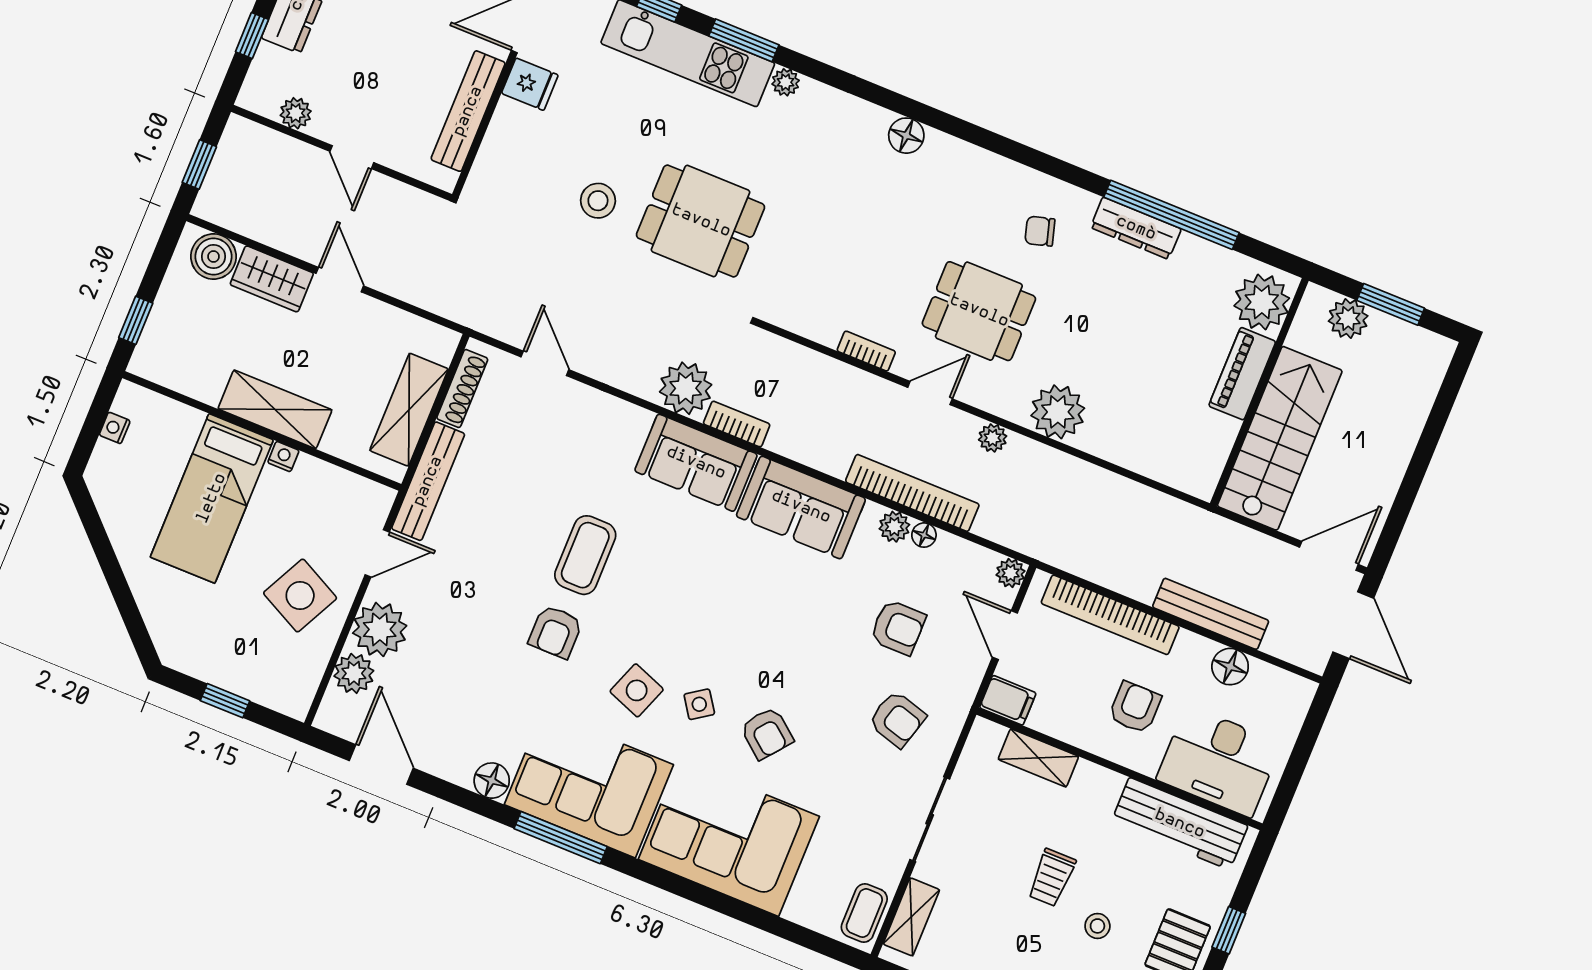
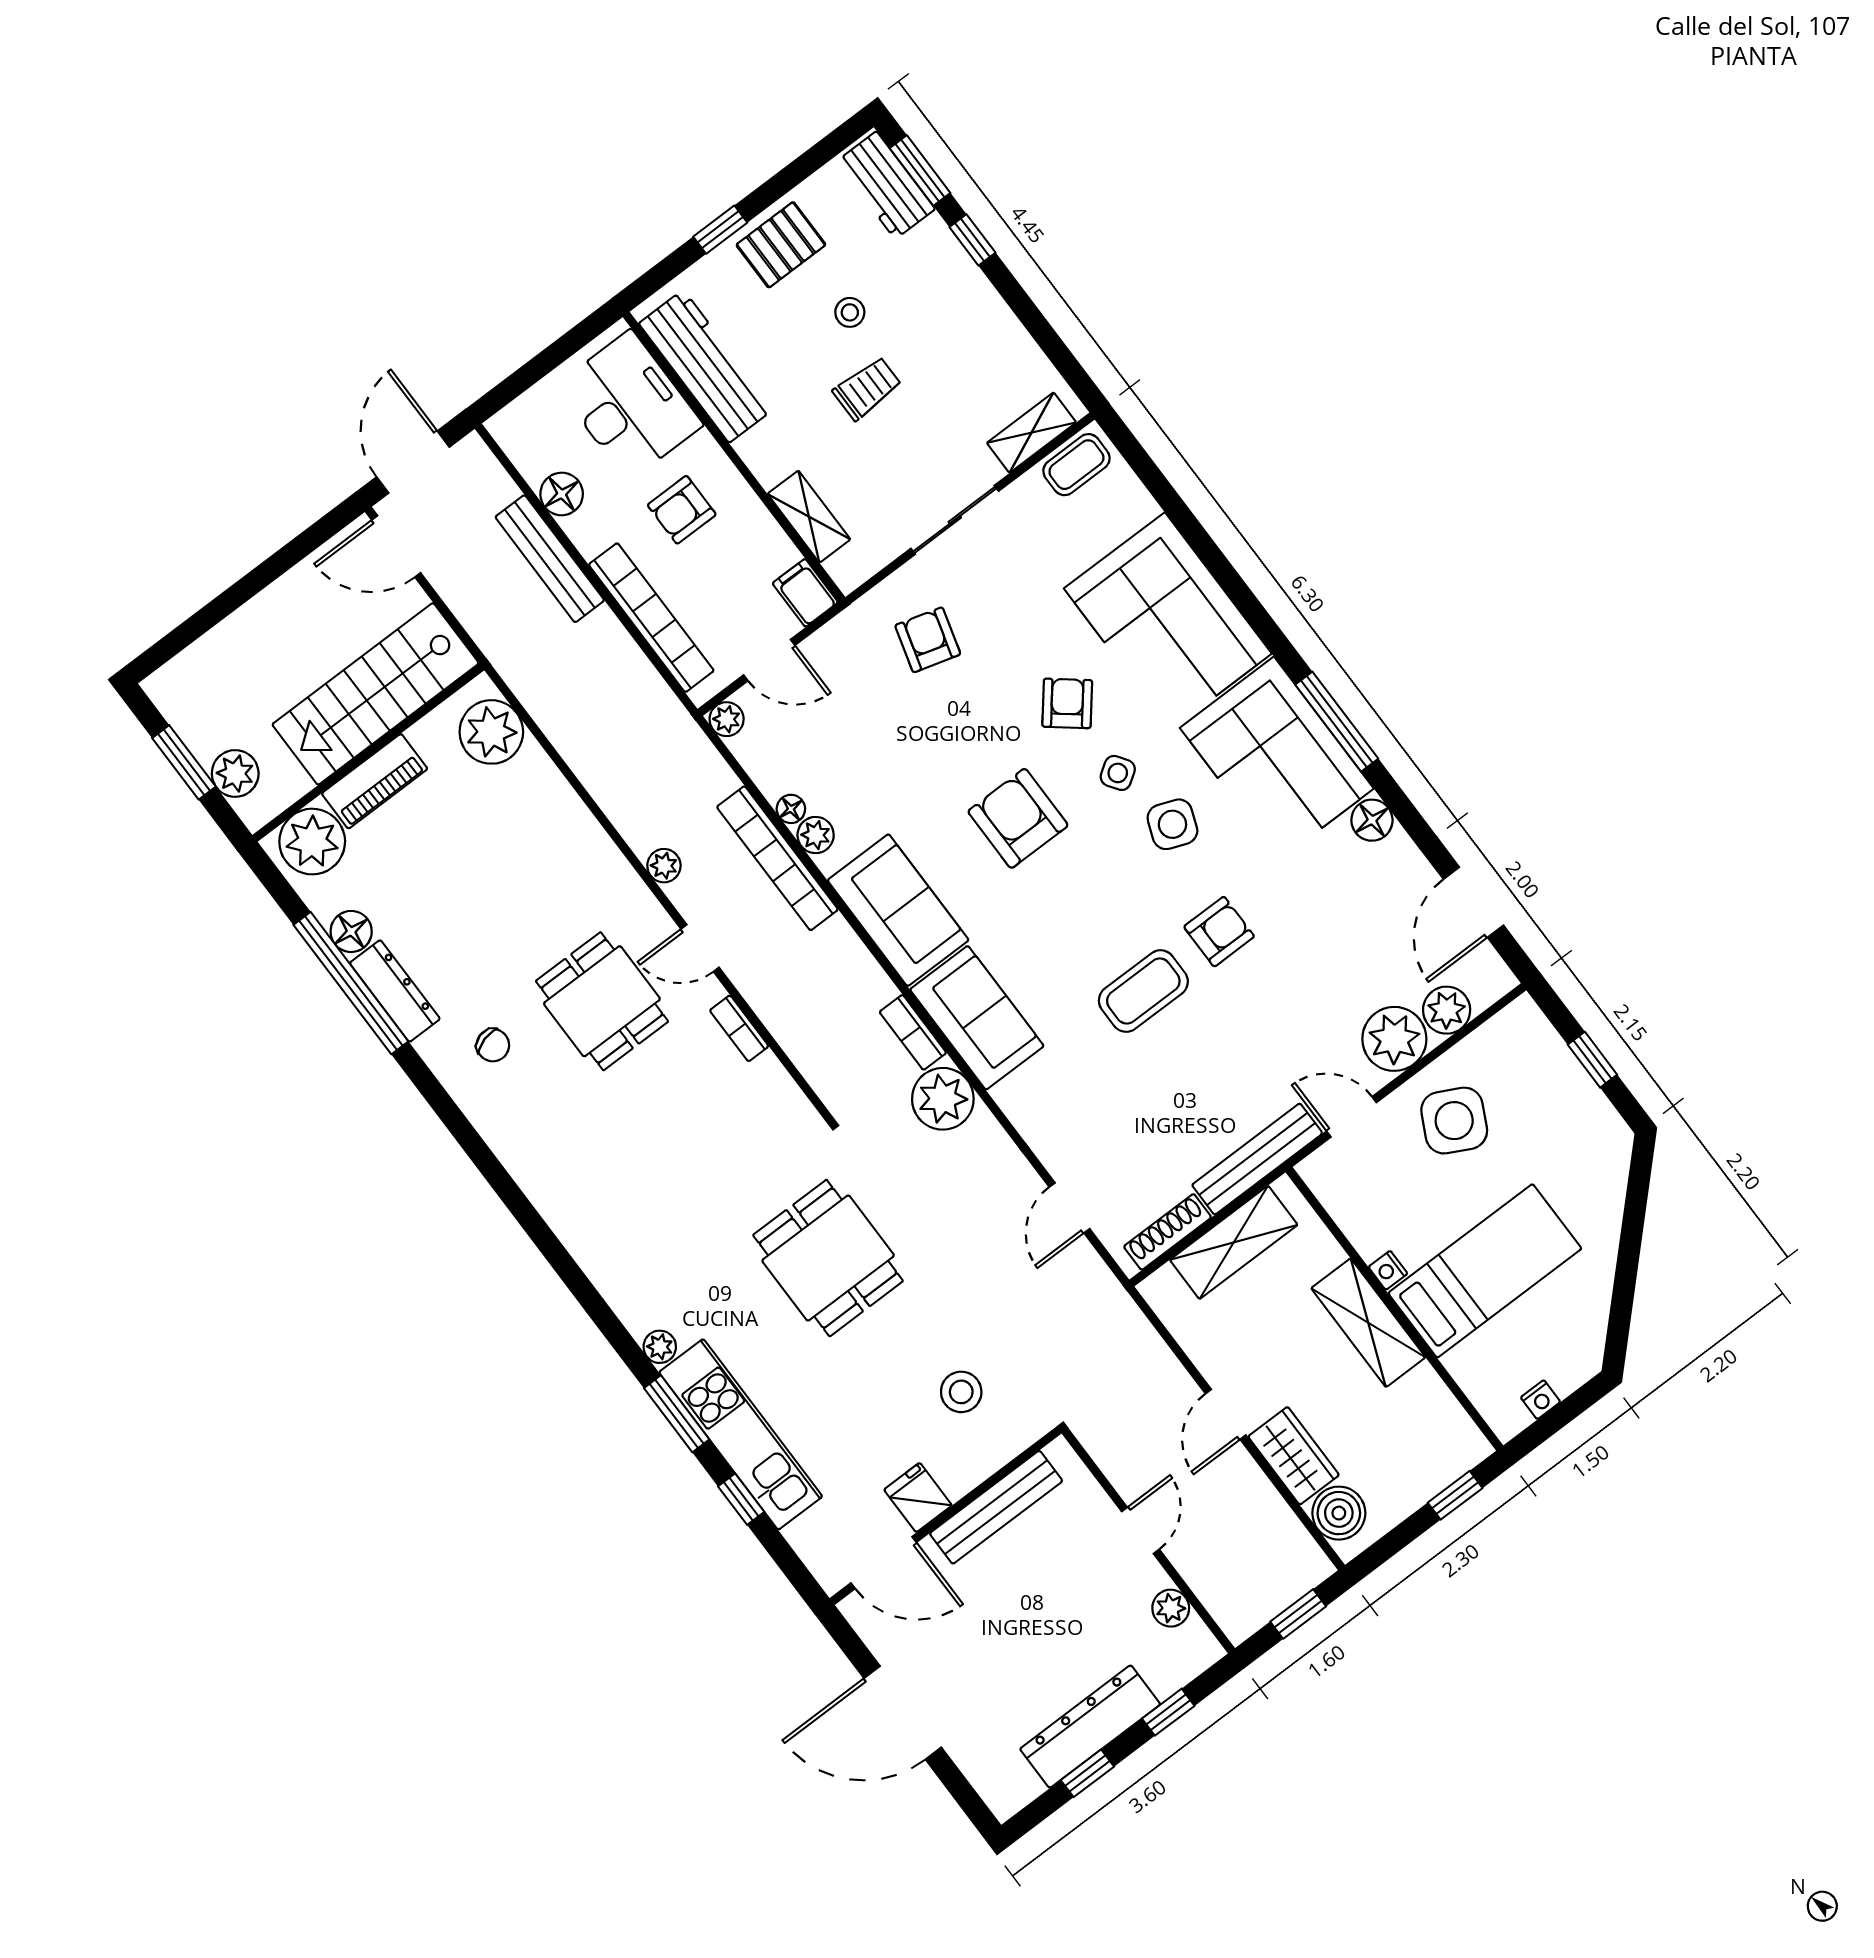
floor lamp: (906, 136) -> (351, 931), moved
stool: (598, 201) -> (961, 1392), moved
plant: (1058, 412) -> (491, 732), moved
armchair: (898, 627) -> (1018, 818), moved, width x1.38, depth x1.38
door: (1005, 635) -> (769, 660), hinge flipped

